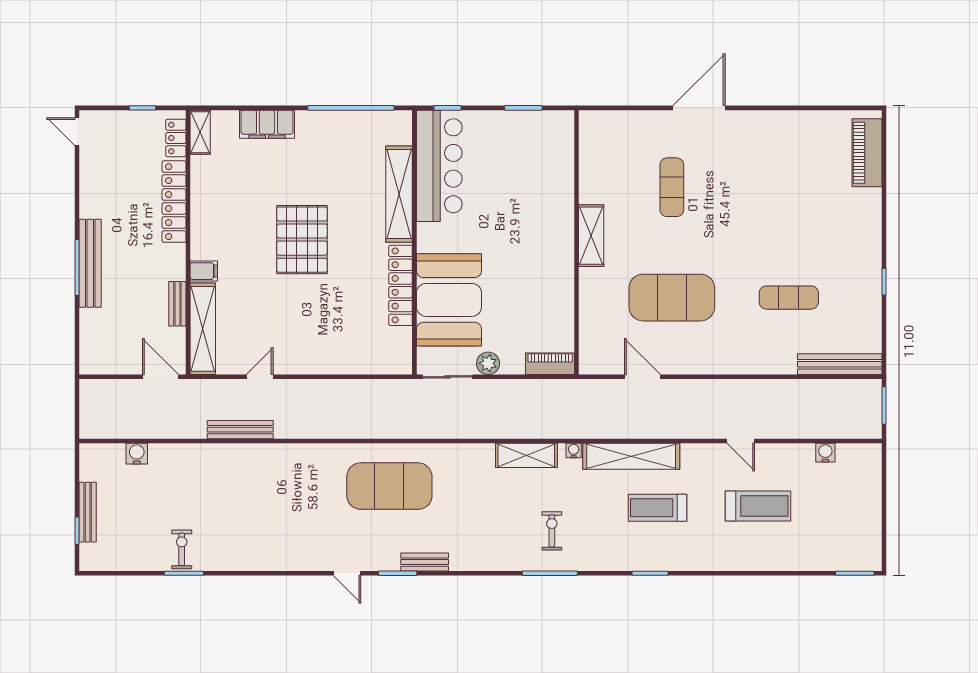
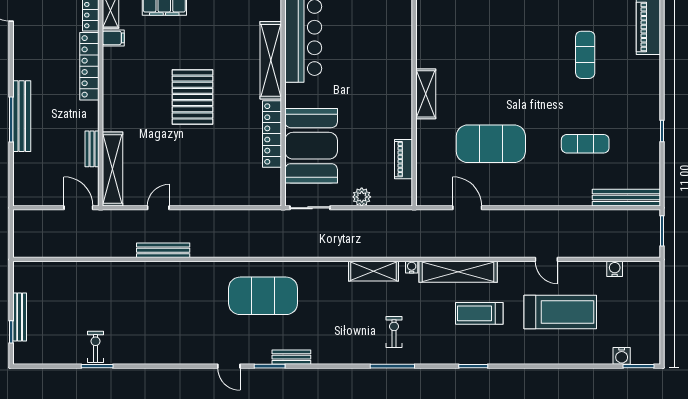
exercise mat: (672, 187) -> (585, 55), moved
filing cabinet: (204, 271) -> (113, 38), moved
plant: (488, 363) -> (362, 197), moved
piano: (550, 364) -> (404, 159), moved, turned -90
bench: (240, 430) -> (163, 250), moved
water cooler: (137, 454) -> (622, 356), moved, turned 180
treadmill: (758, 506) -> (560, 312), width x1.37, depth x1.38

